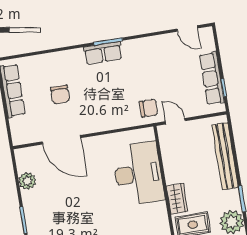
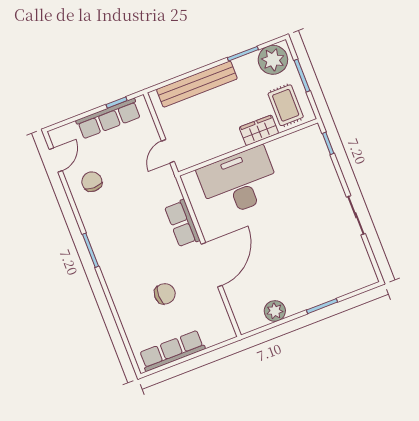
row of seats: (103, 53) -> (182, 223), moved, turned 180
chair: (149, 108) -> (92, 182), moved
door: (62, 140) -> (212, 265), moved

